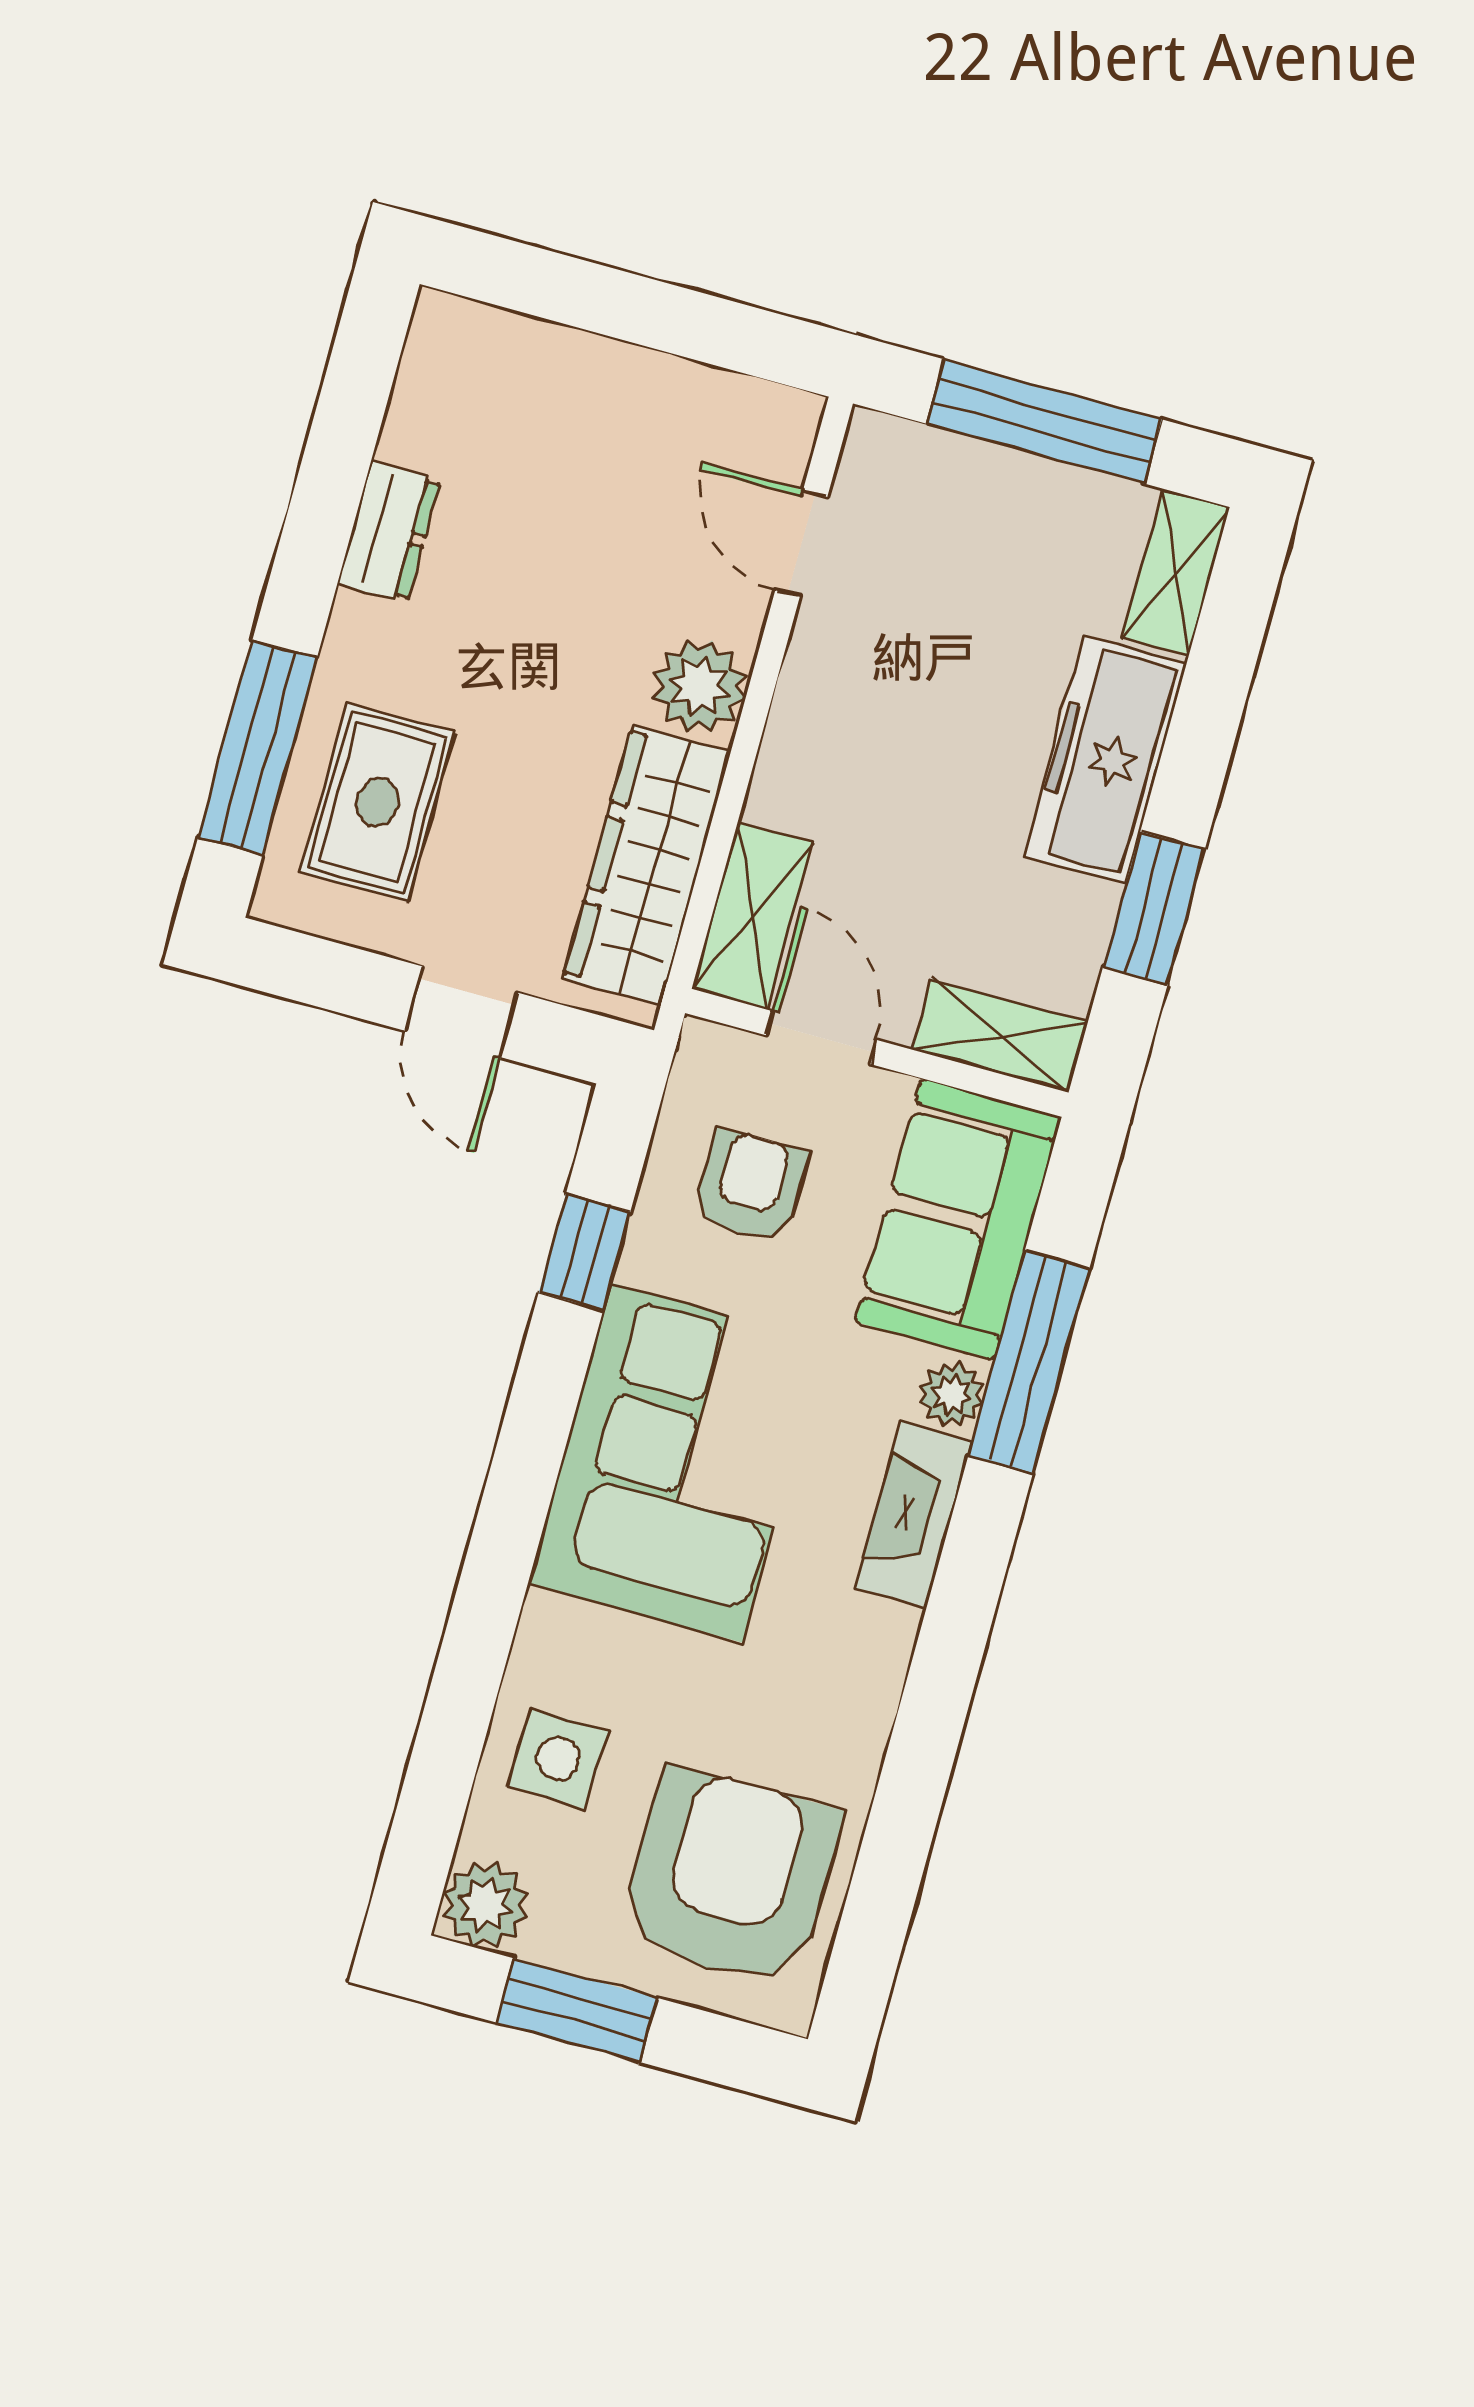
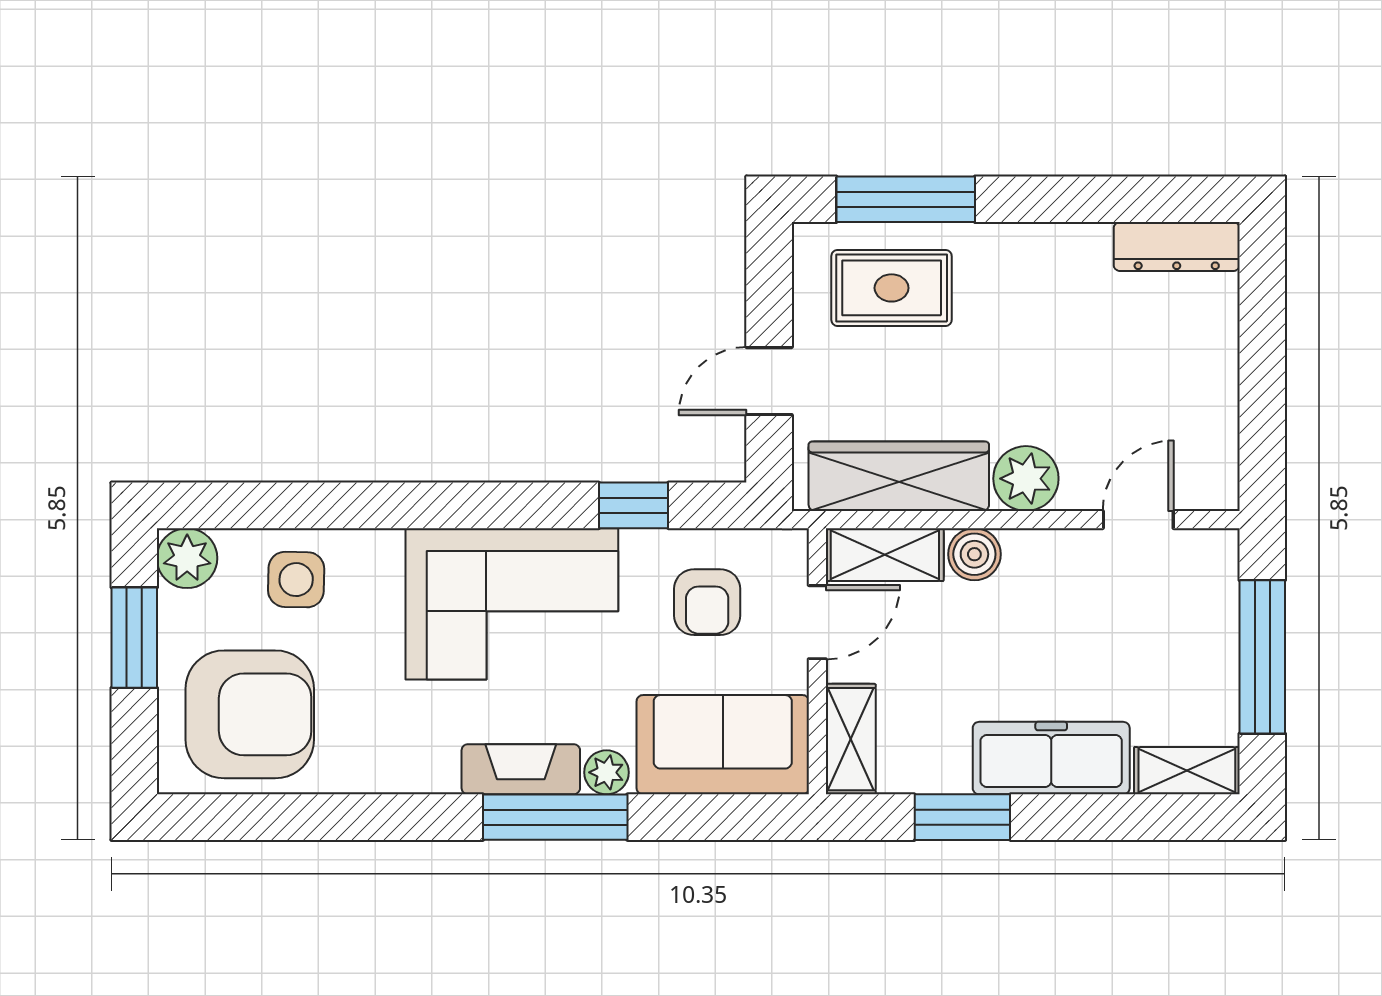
dresser: (389, 532) -> (1177, 247), moved, width x1.44
boiler: (786, 789) -> (974, 554), added
armchair: (750, 1186) -> (707, 602), turned 90
window: (1029, 1362) -> (555, 817), moved

